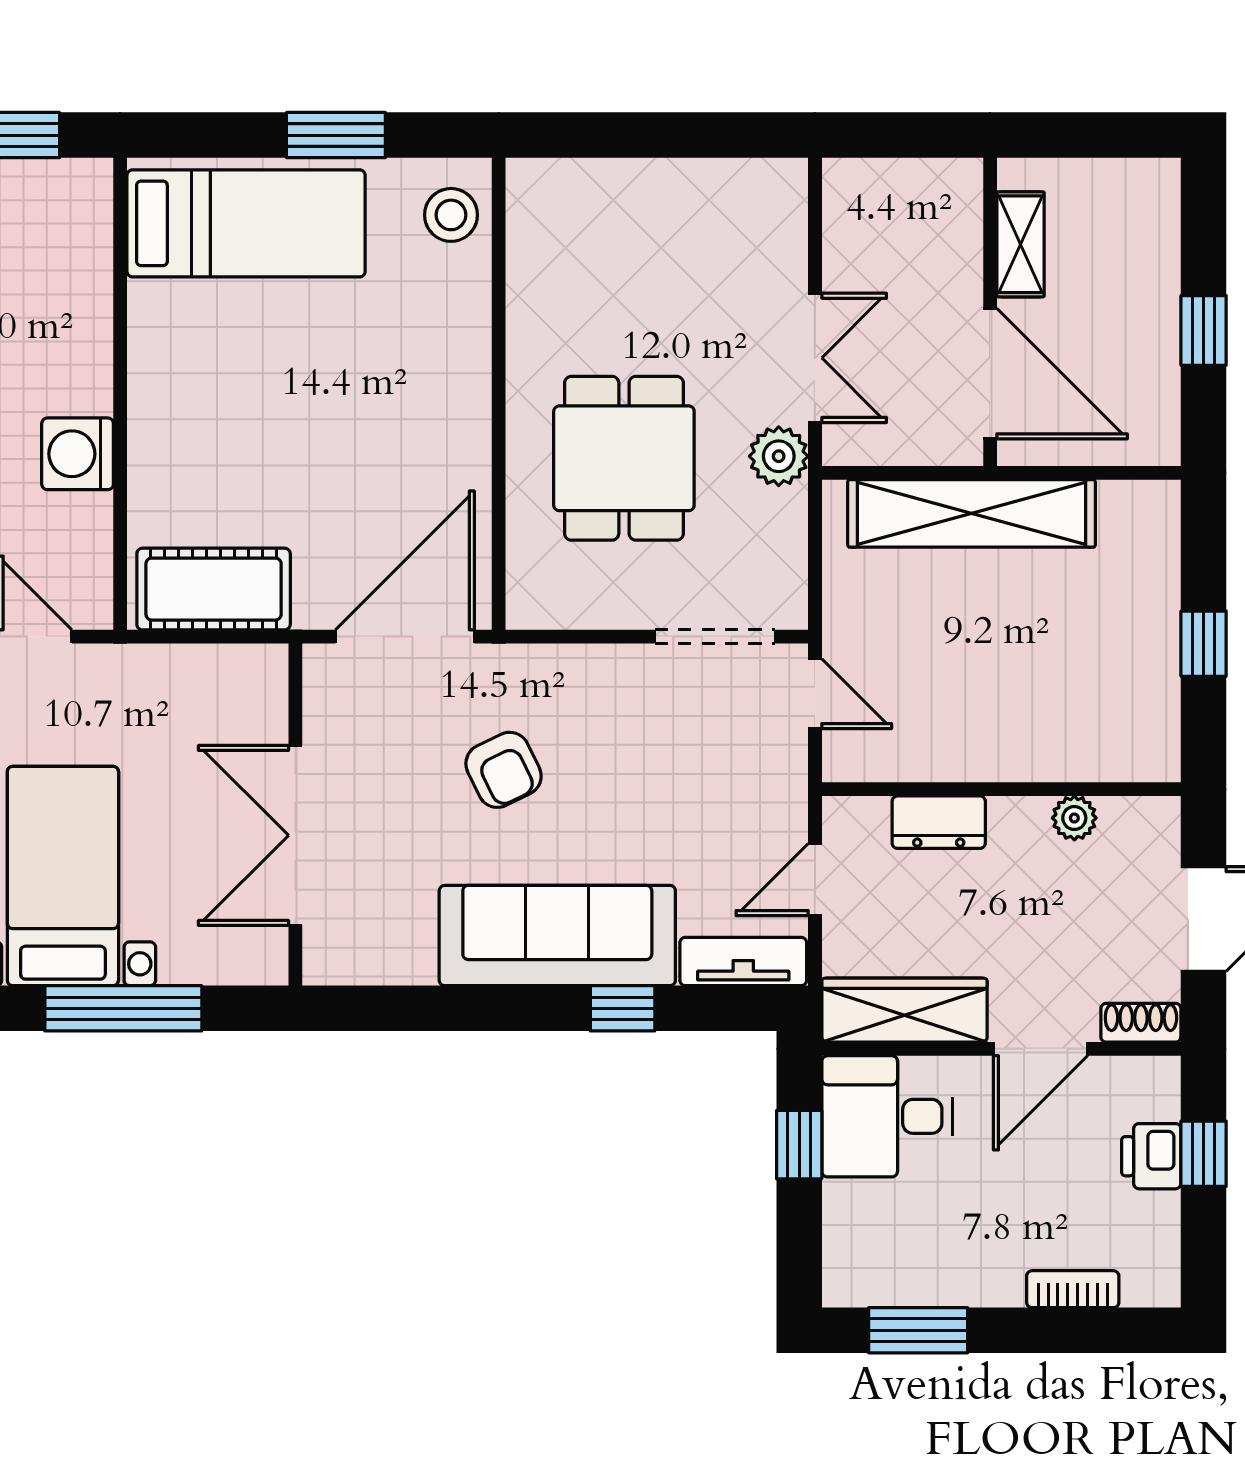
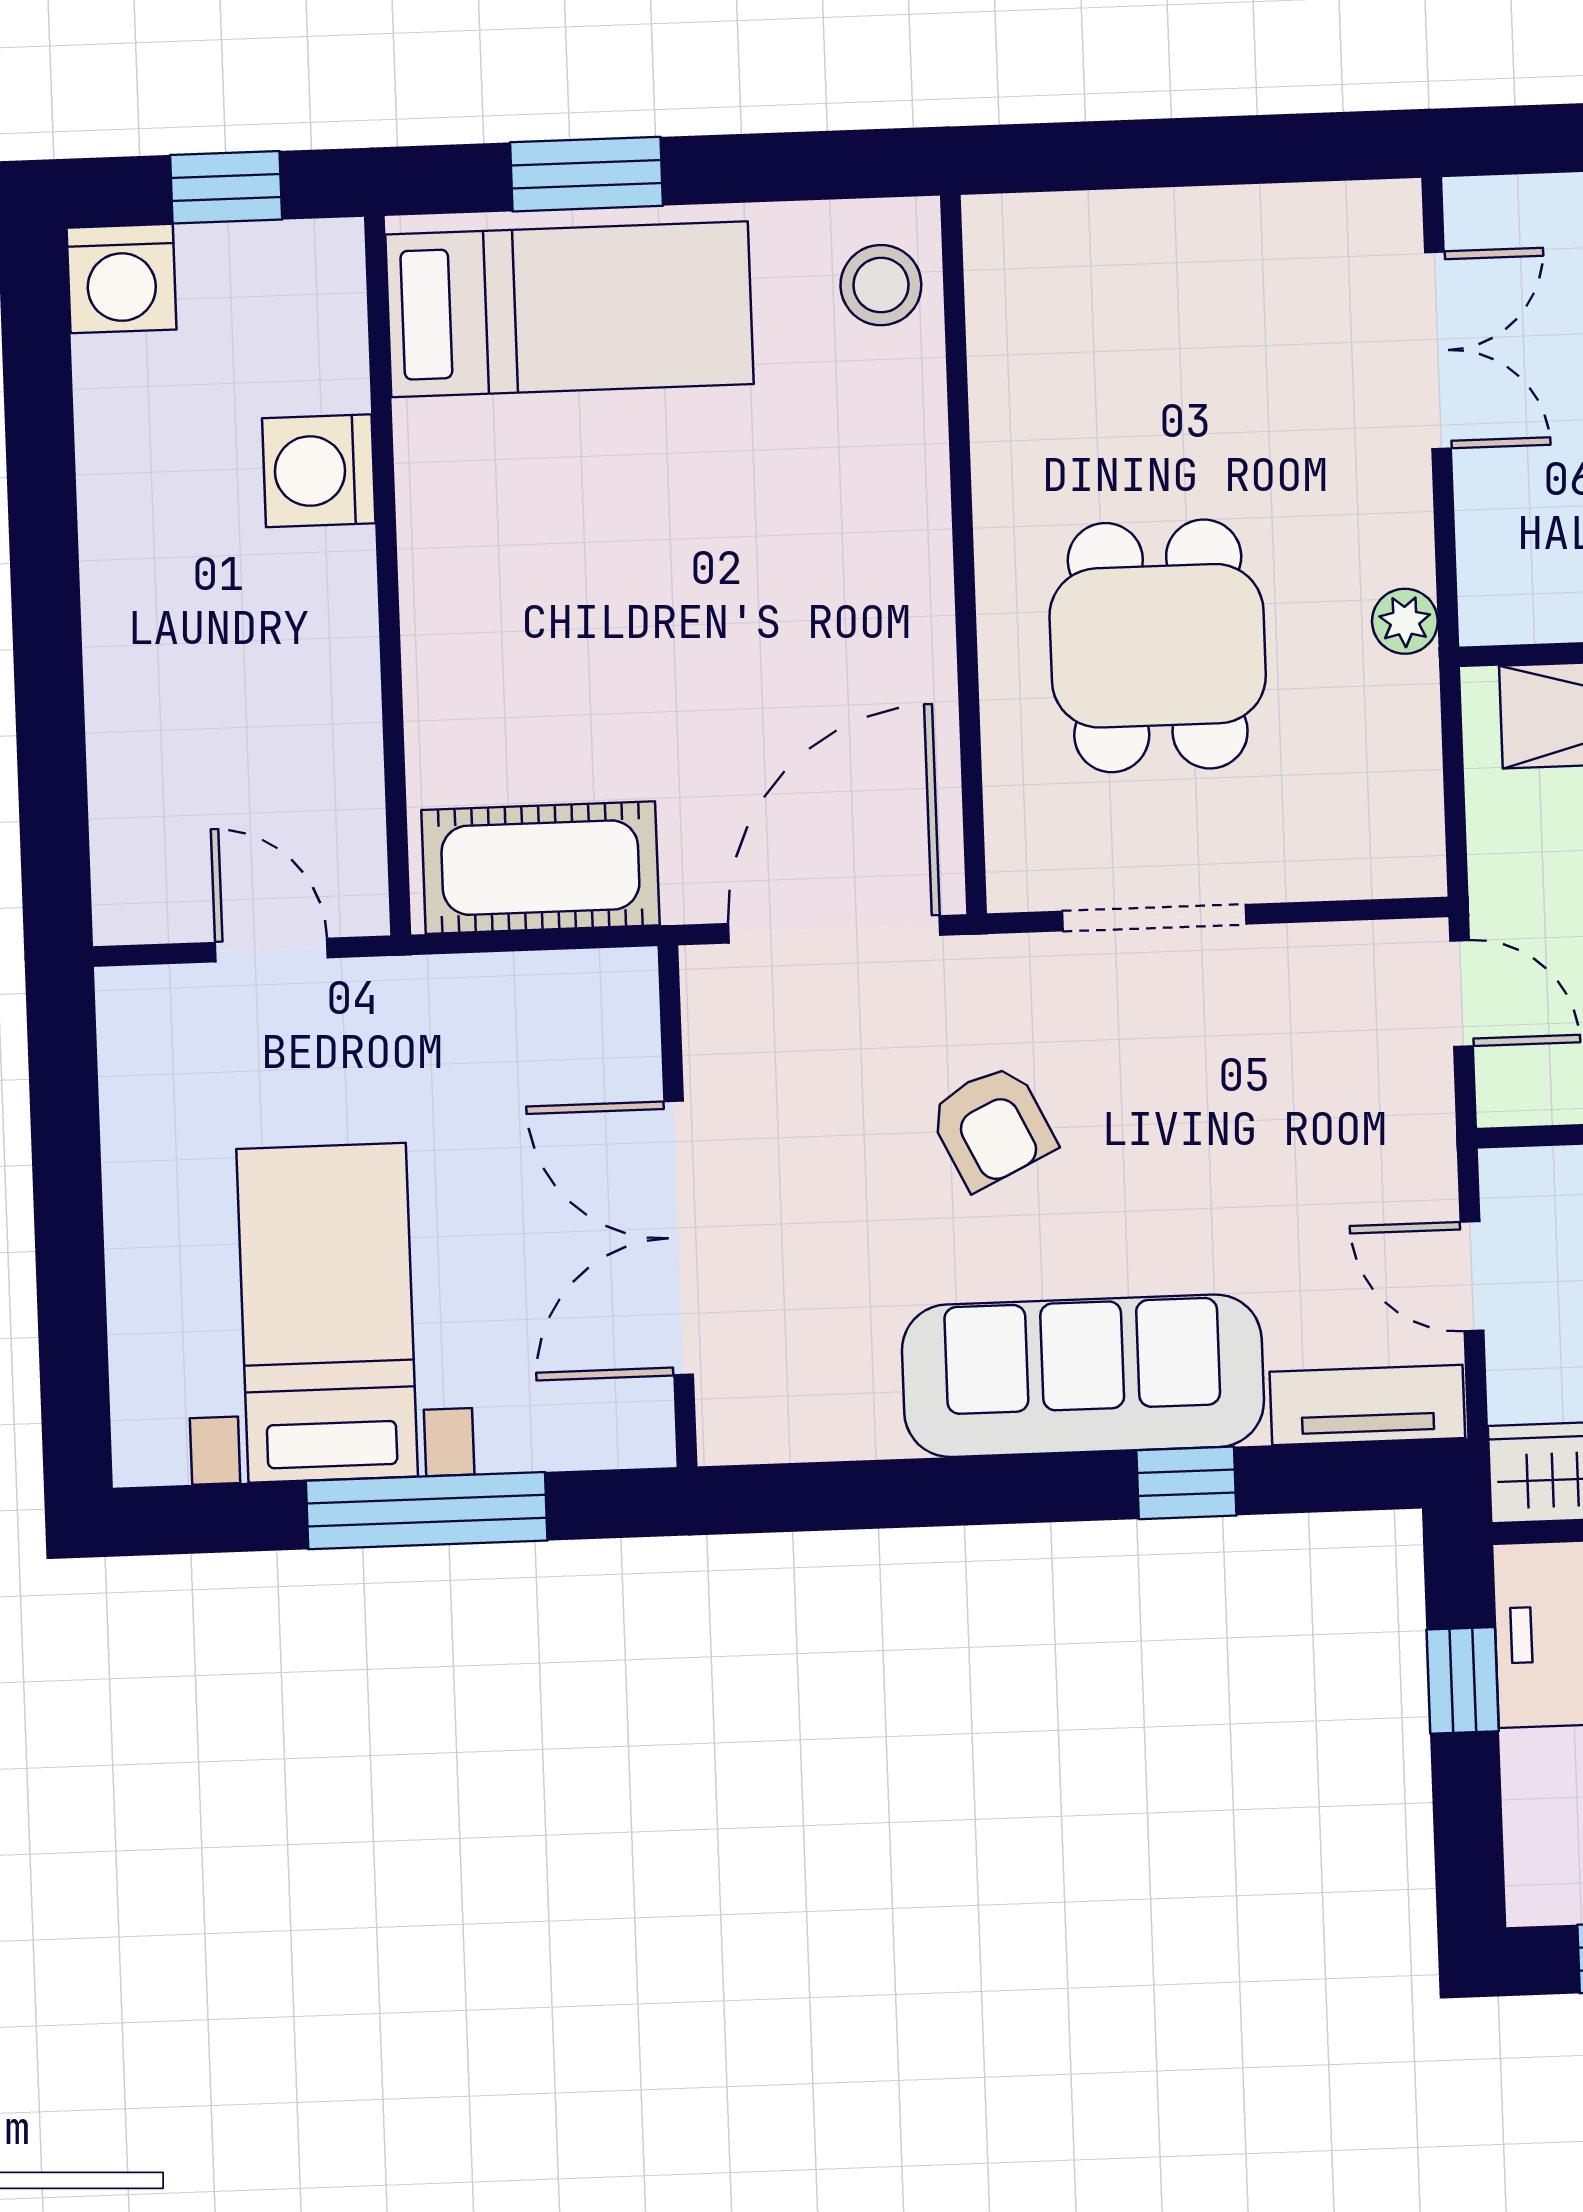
window: (336, 135) -> (587, 174), moved
double door: (815, 358) -> (1438, 350), moved
washing machine: (78, 454) -> (319, 471), moved
plant: (779, 456) -> (1405, 621), width x0.73, depth x0.73
doorway: (715, 637) -> (1154, 918), moved
door: (815, 880) -> (1472, 1276), hinge flipped

